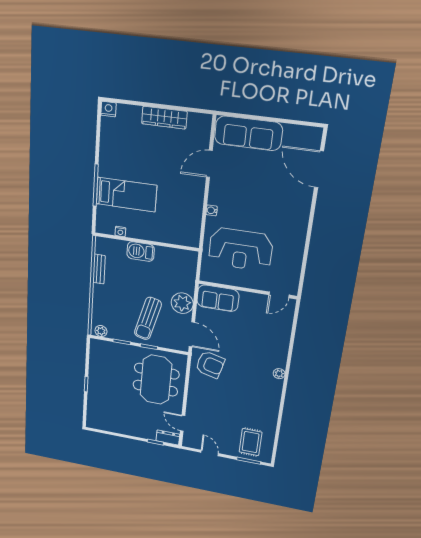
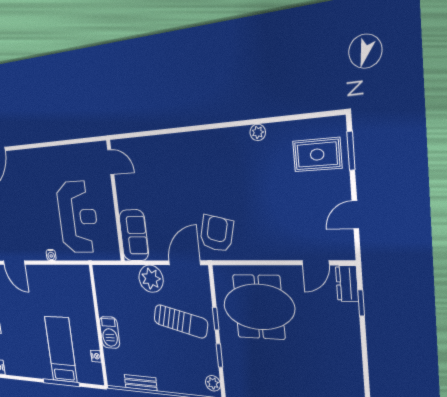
plant: (279, 374) -> (258, 132), moved

